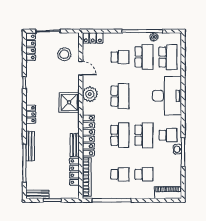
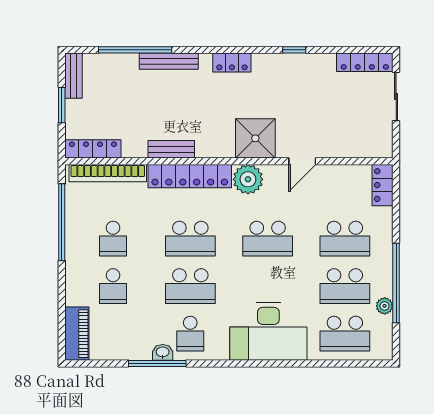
stool: (64, 54) -> (350, 129), removed
school desk: (120, 57) -> (345, 239), width x1.85
door: (81, 68) -> (302, 161), moved
plant: (90, 94) -> (248, 179), moved
locker: (74, 172) -> (93, 149), moved

